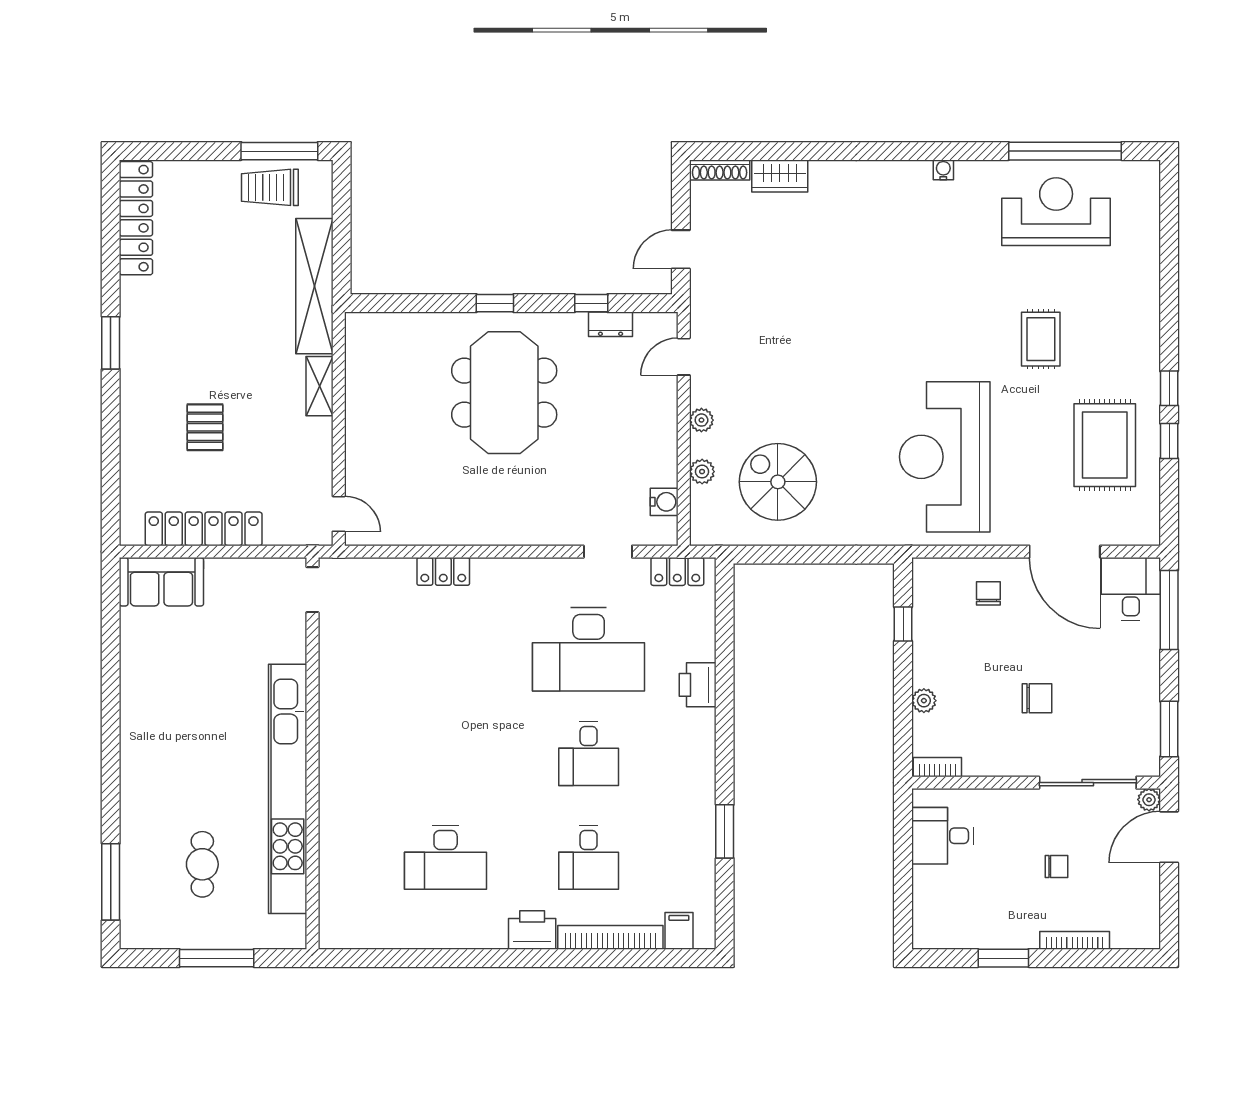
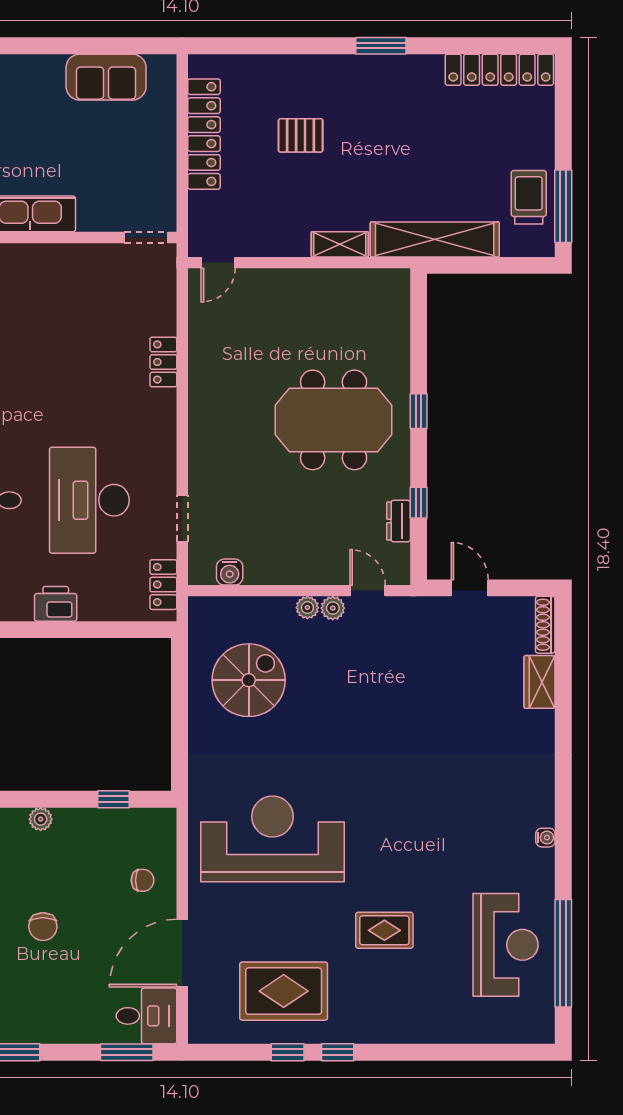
plant: (702, 472) -> (333, 608), moved
sofa: (161, 582) -> (106, 77), moved, turned -90
window: (1169, 610) -> (127, 1052), width x0.69

